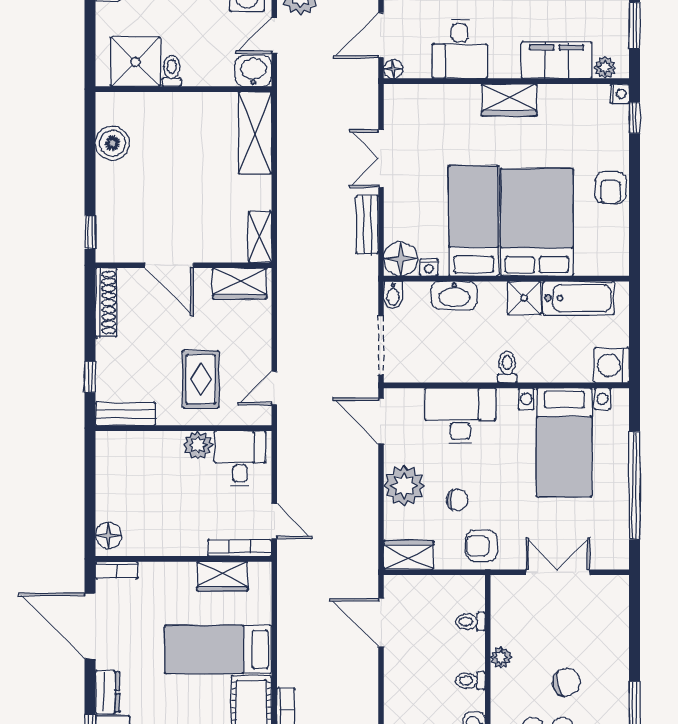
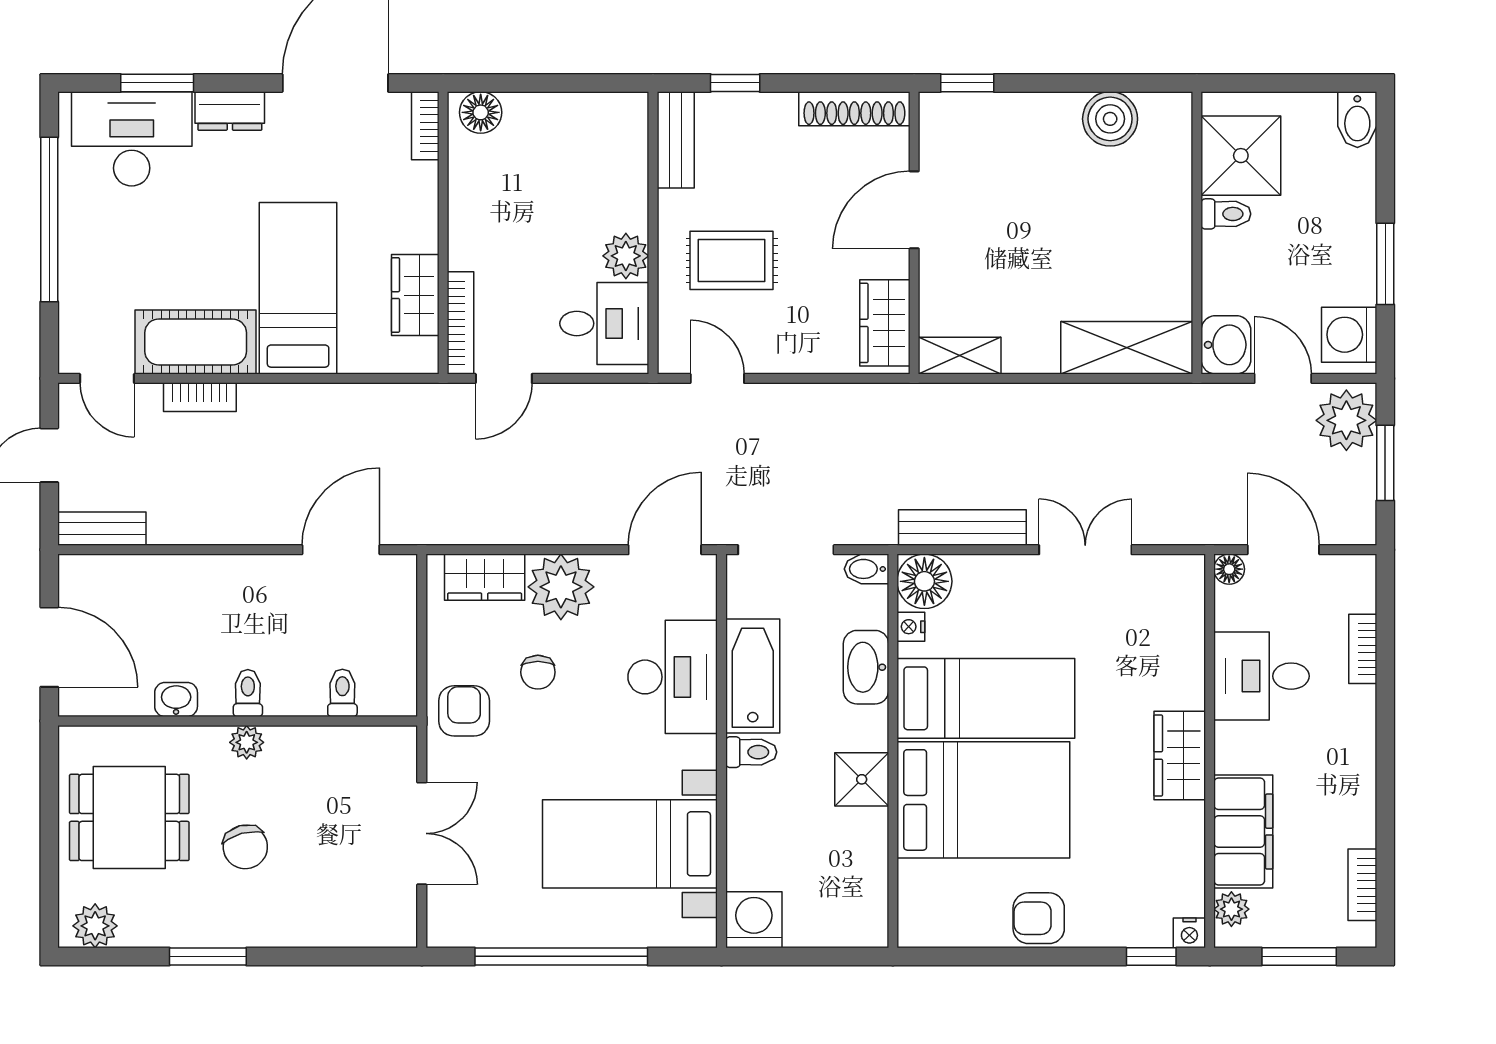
bench: (367, 225) -> (962, 528), width x1.36
bathtub: (579, 298) -> (753, 676), moved, turned 180
wardrobe: (409, 555) -> (485, 577), moved, turned 90
plant: (501, 657) -> (247, 742), moved

